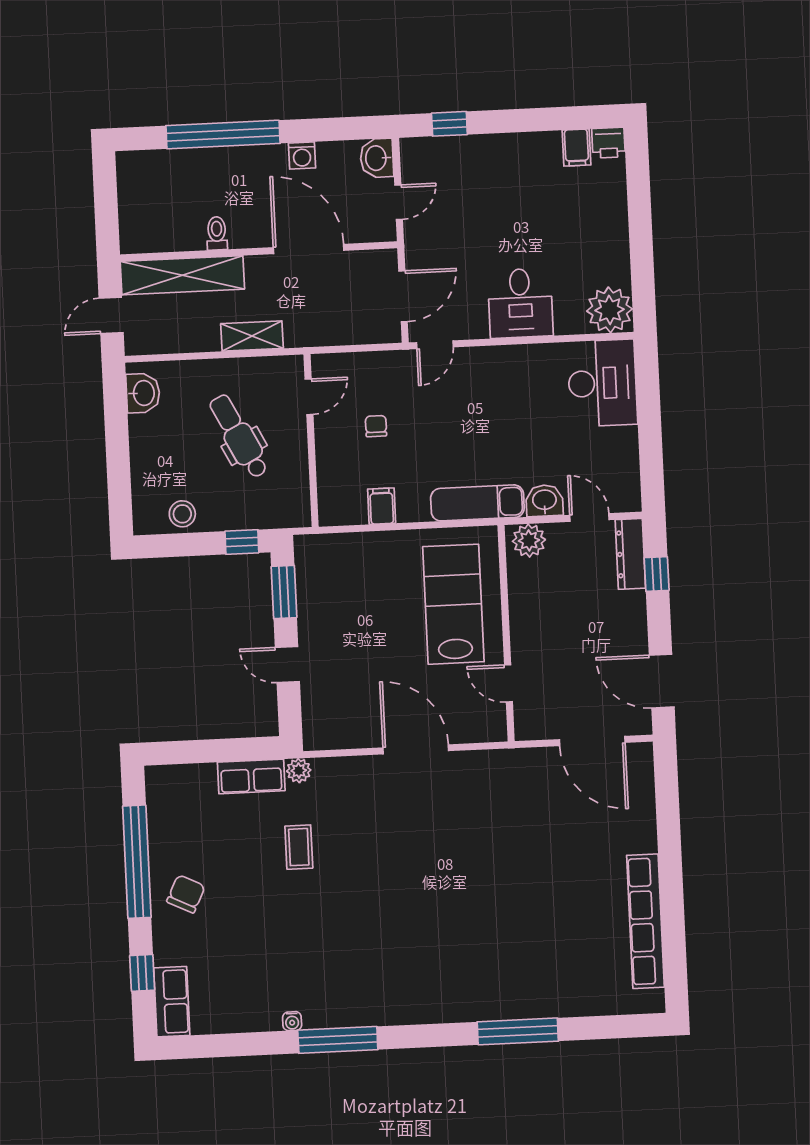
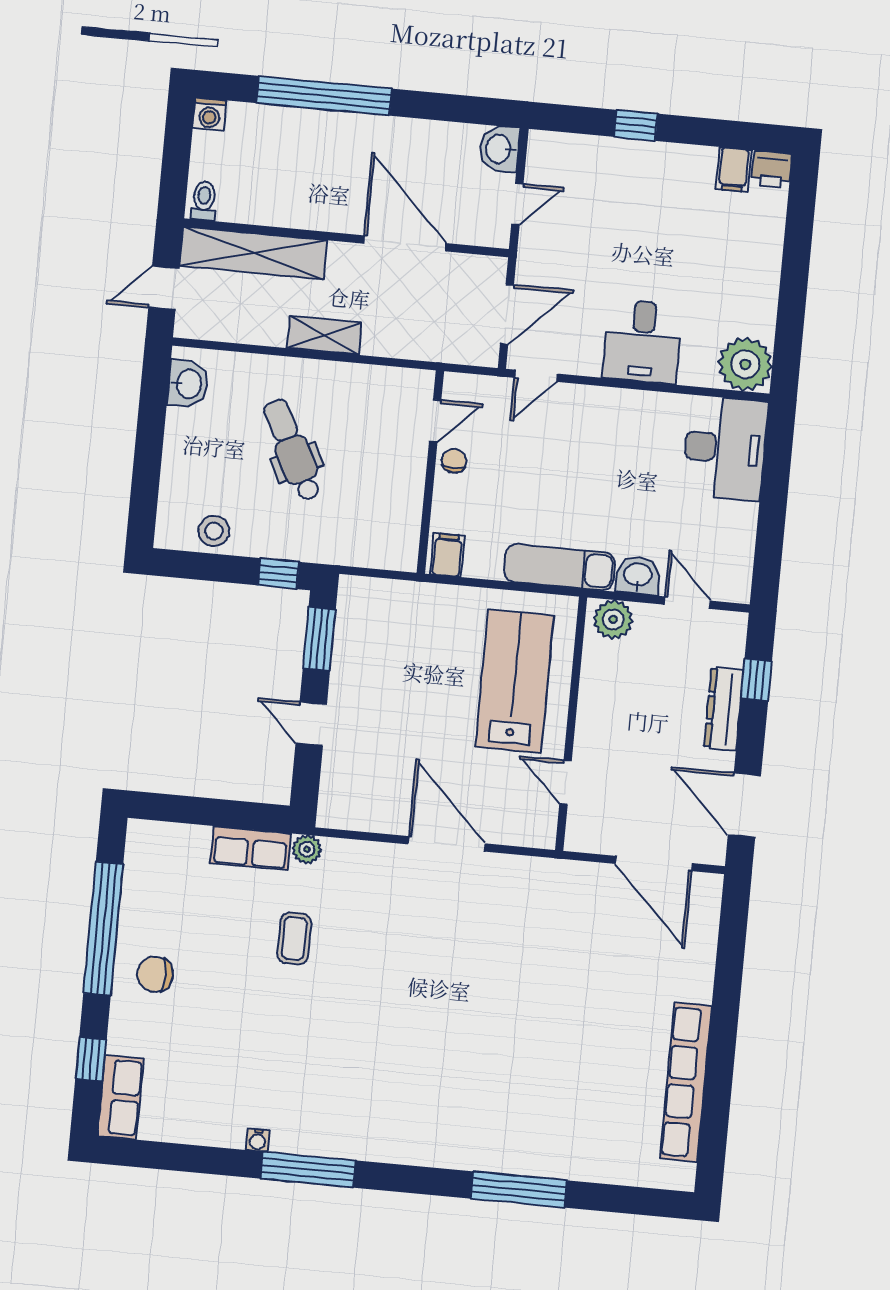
window: (449, 124) -> (636, 125), moved
washing machine: (302, 156) -> (209, 114), moved
toilet: (217, 233) -> (204, 201), moved
door: (309, 397) -> (435, 421), moved
wall: (311, 441) -> (430, 472), moved
dresser: (630, 554) -> (724, 709), moved
chair: (186, 894) -> (155, 974), turned -116

